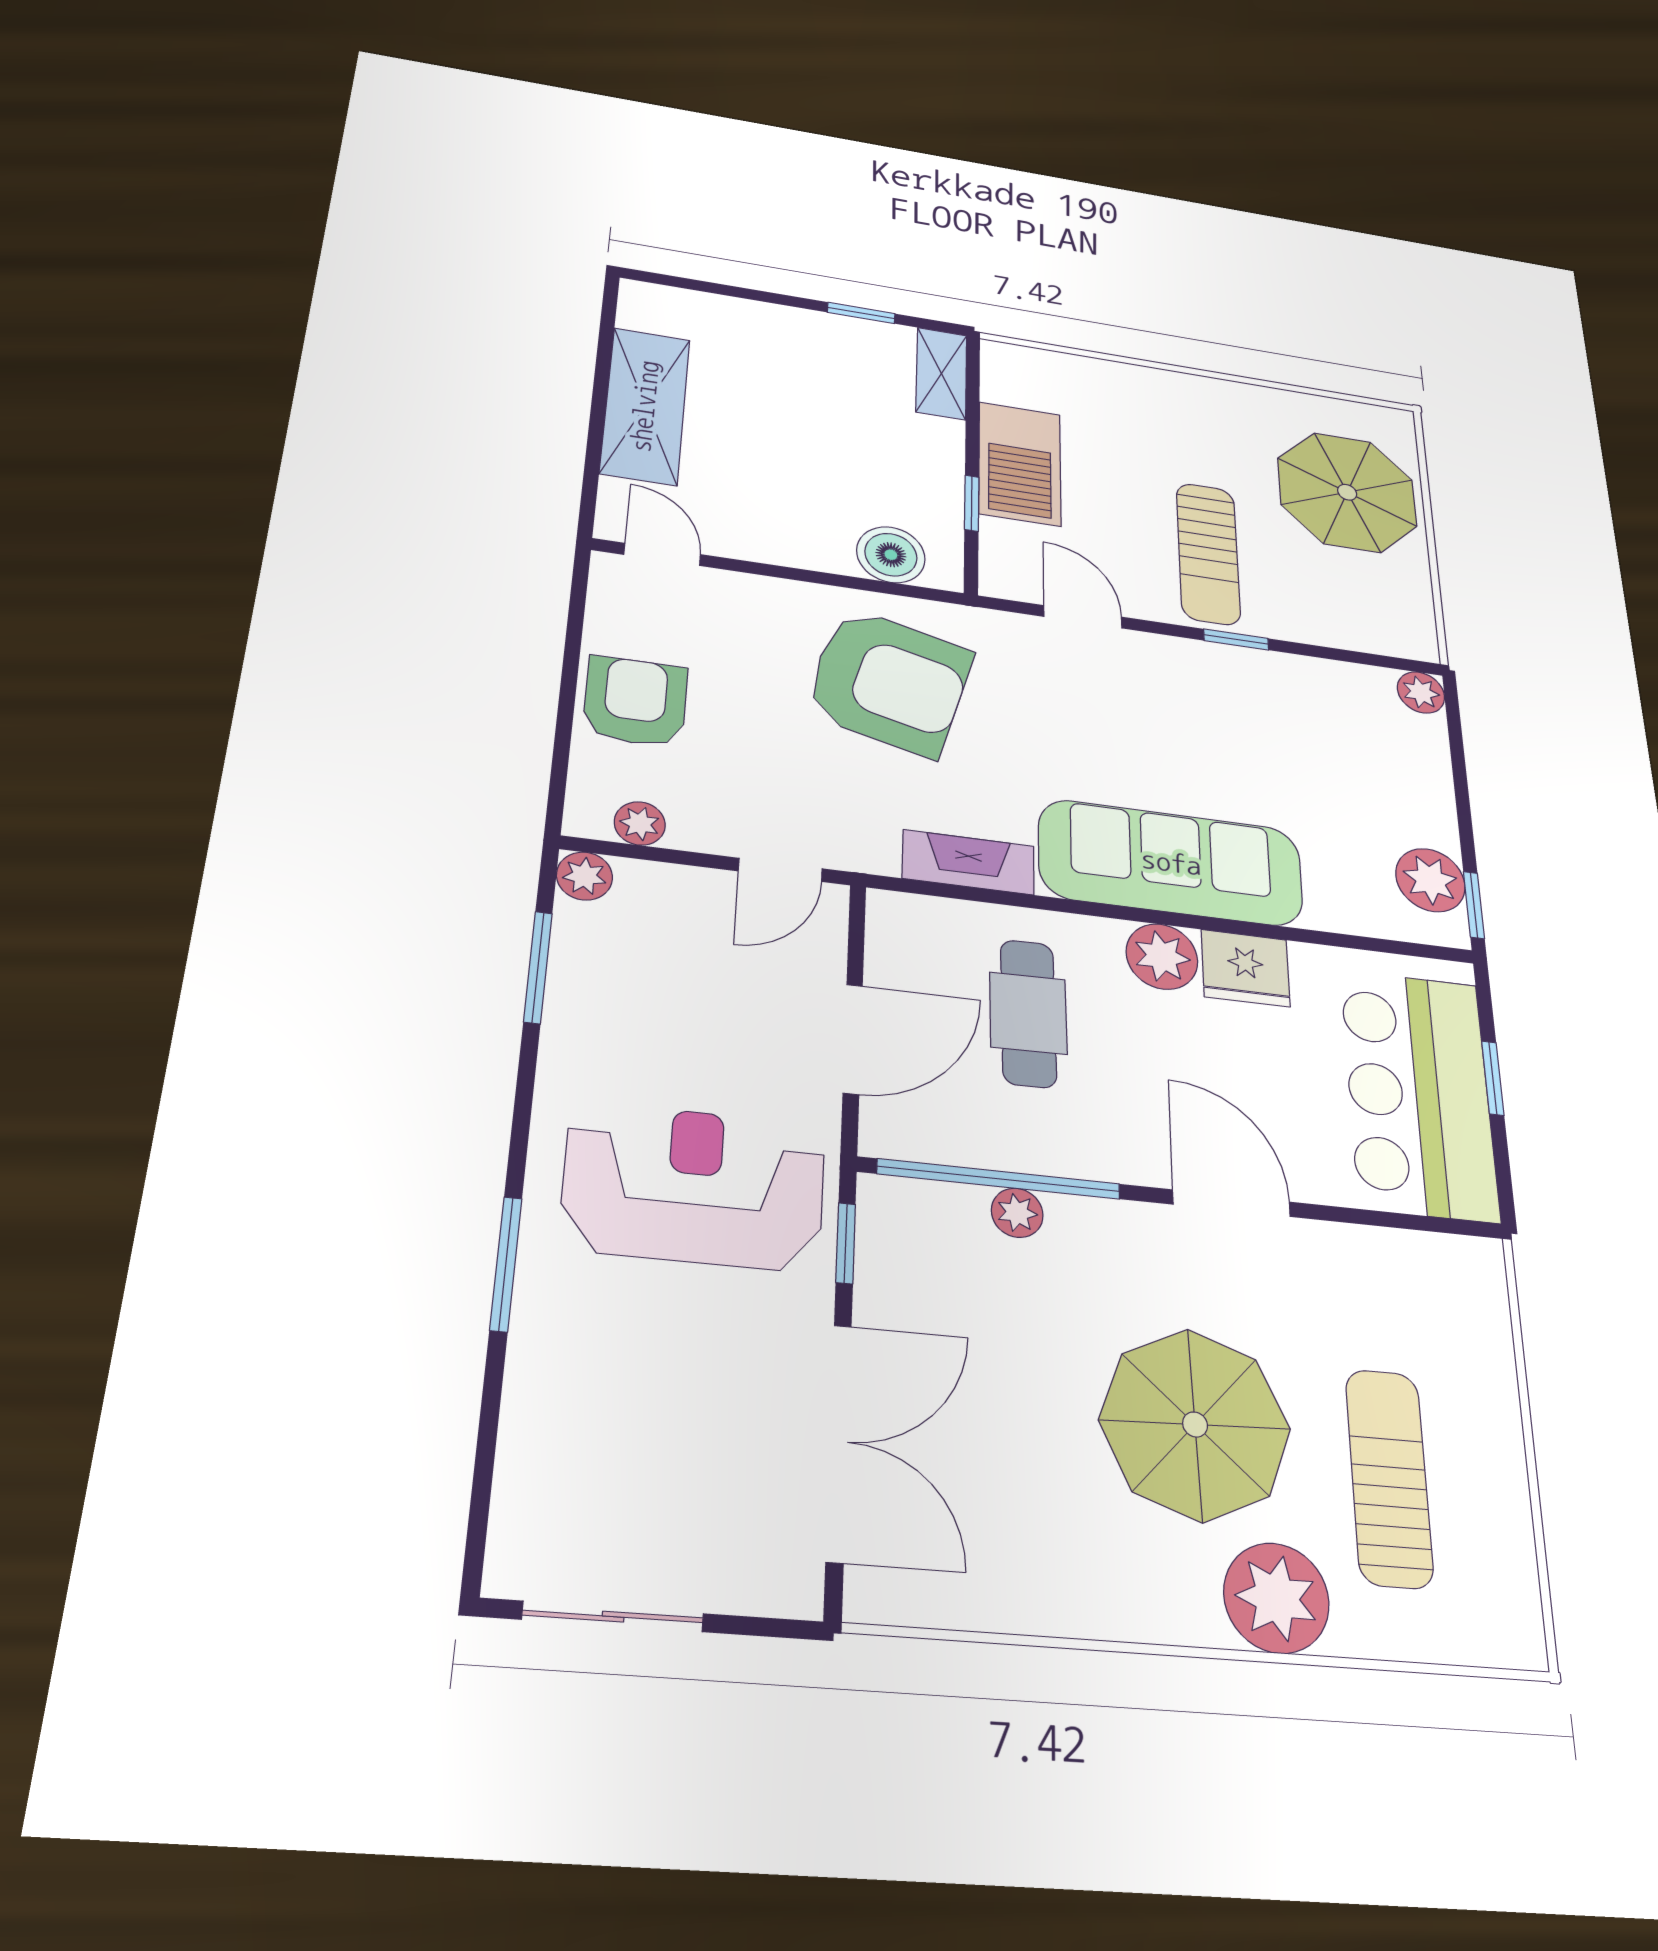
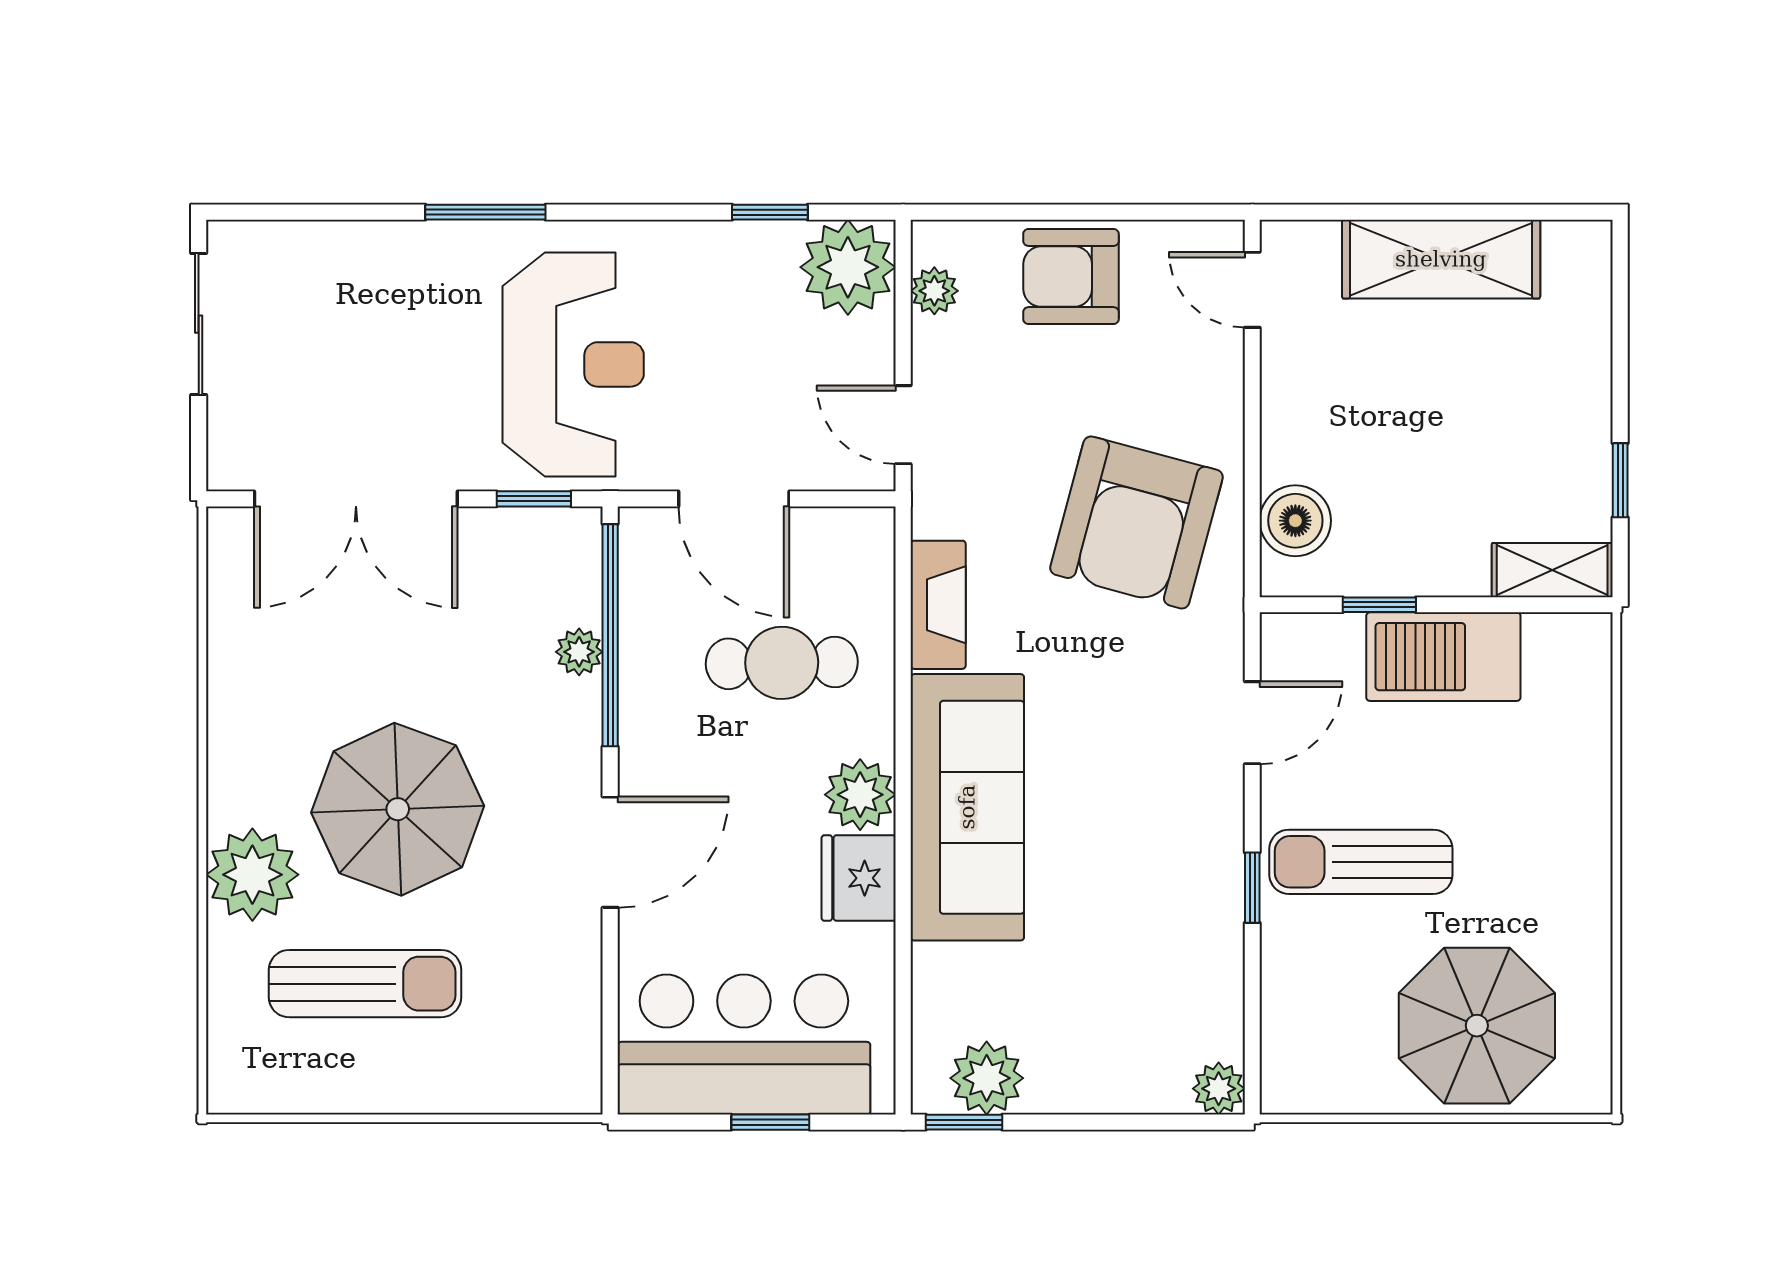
door: (662, 554) -> (1252, 290), swing flipped
armchair: (635, 701) -> (1071, 277), turned 180
plant: (584, 876) -> (848, 267), width x1.87, depth x1.87
window: (538, 967) -> (770, 212), width x0.67

